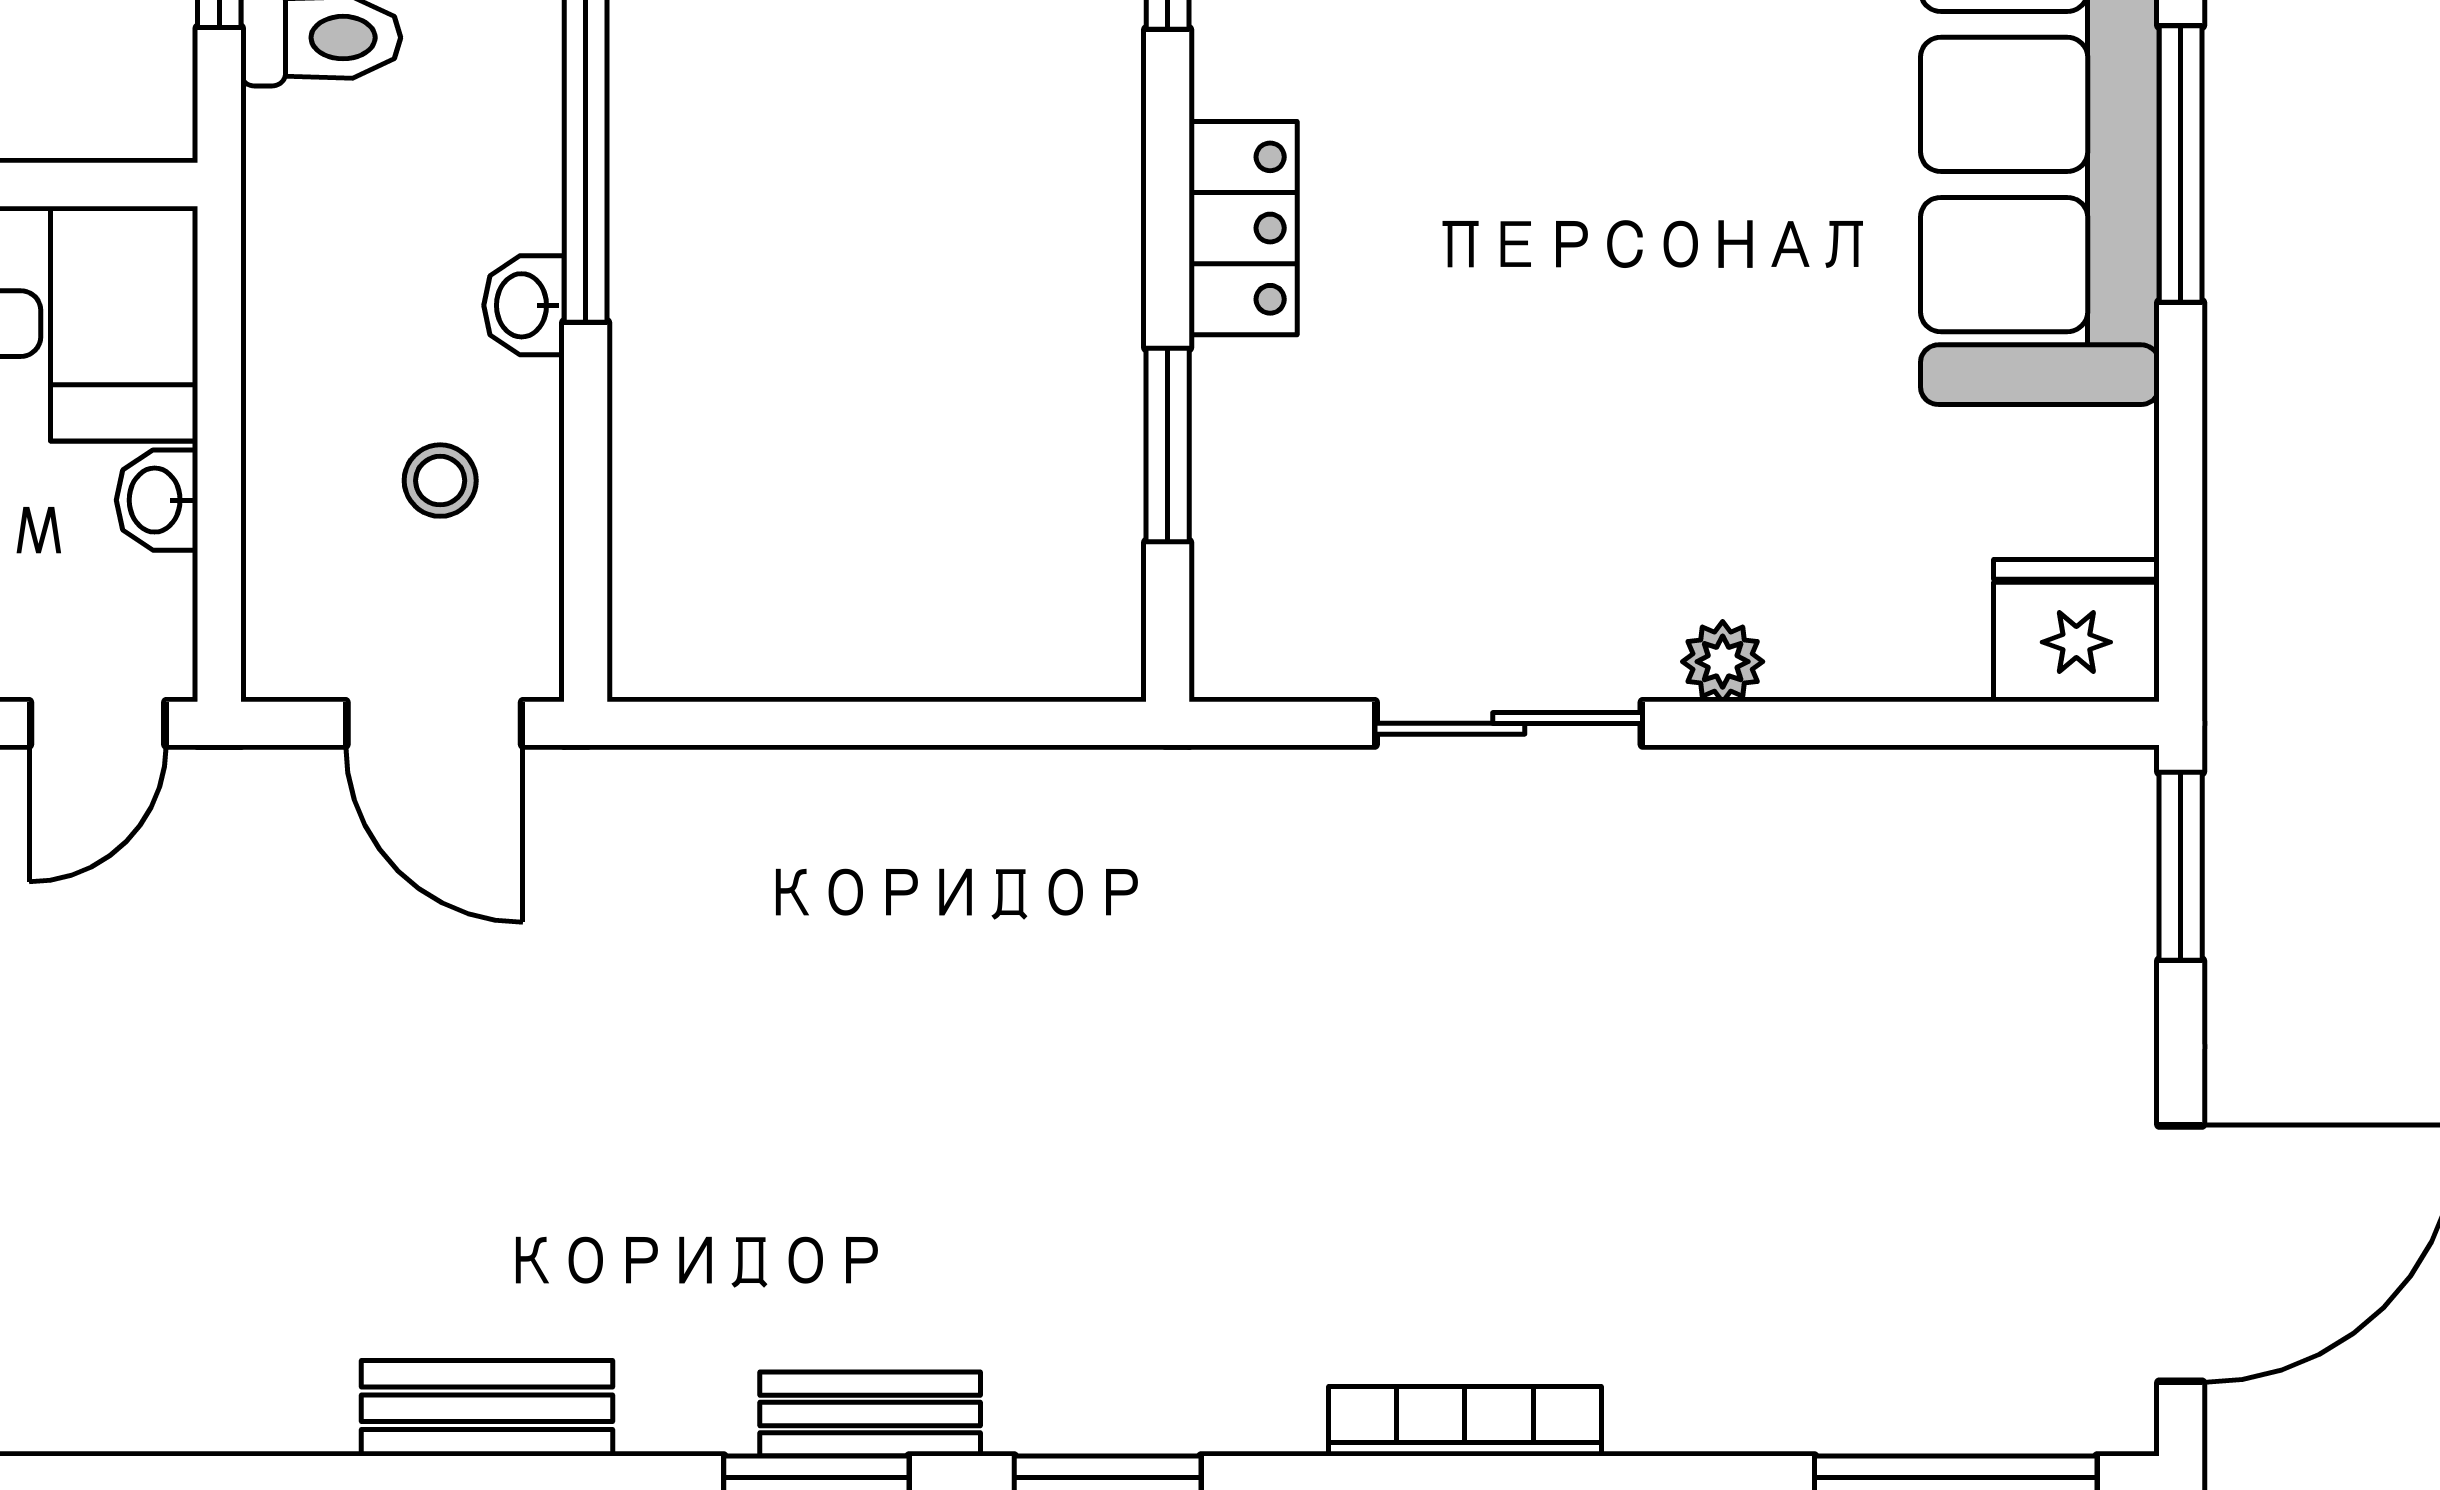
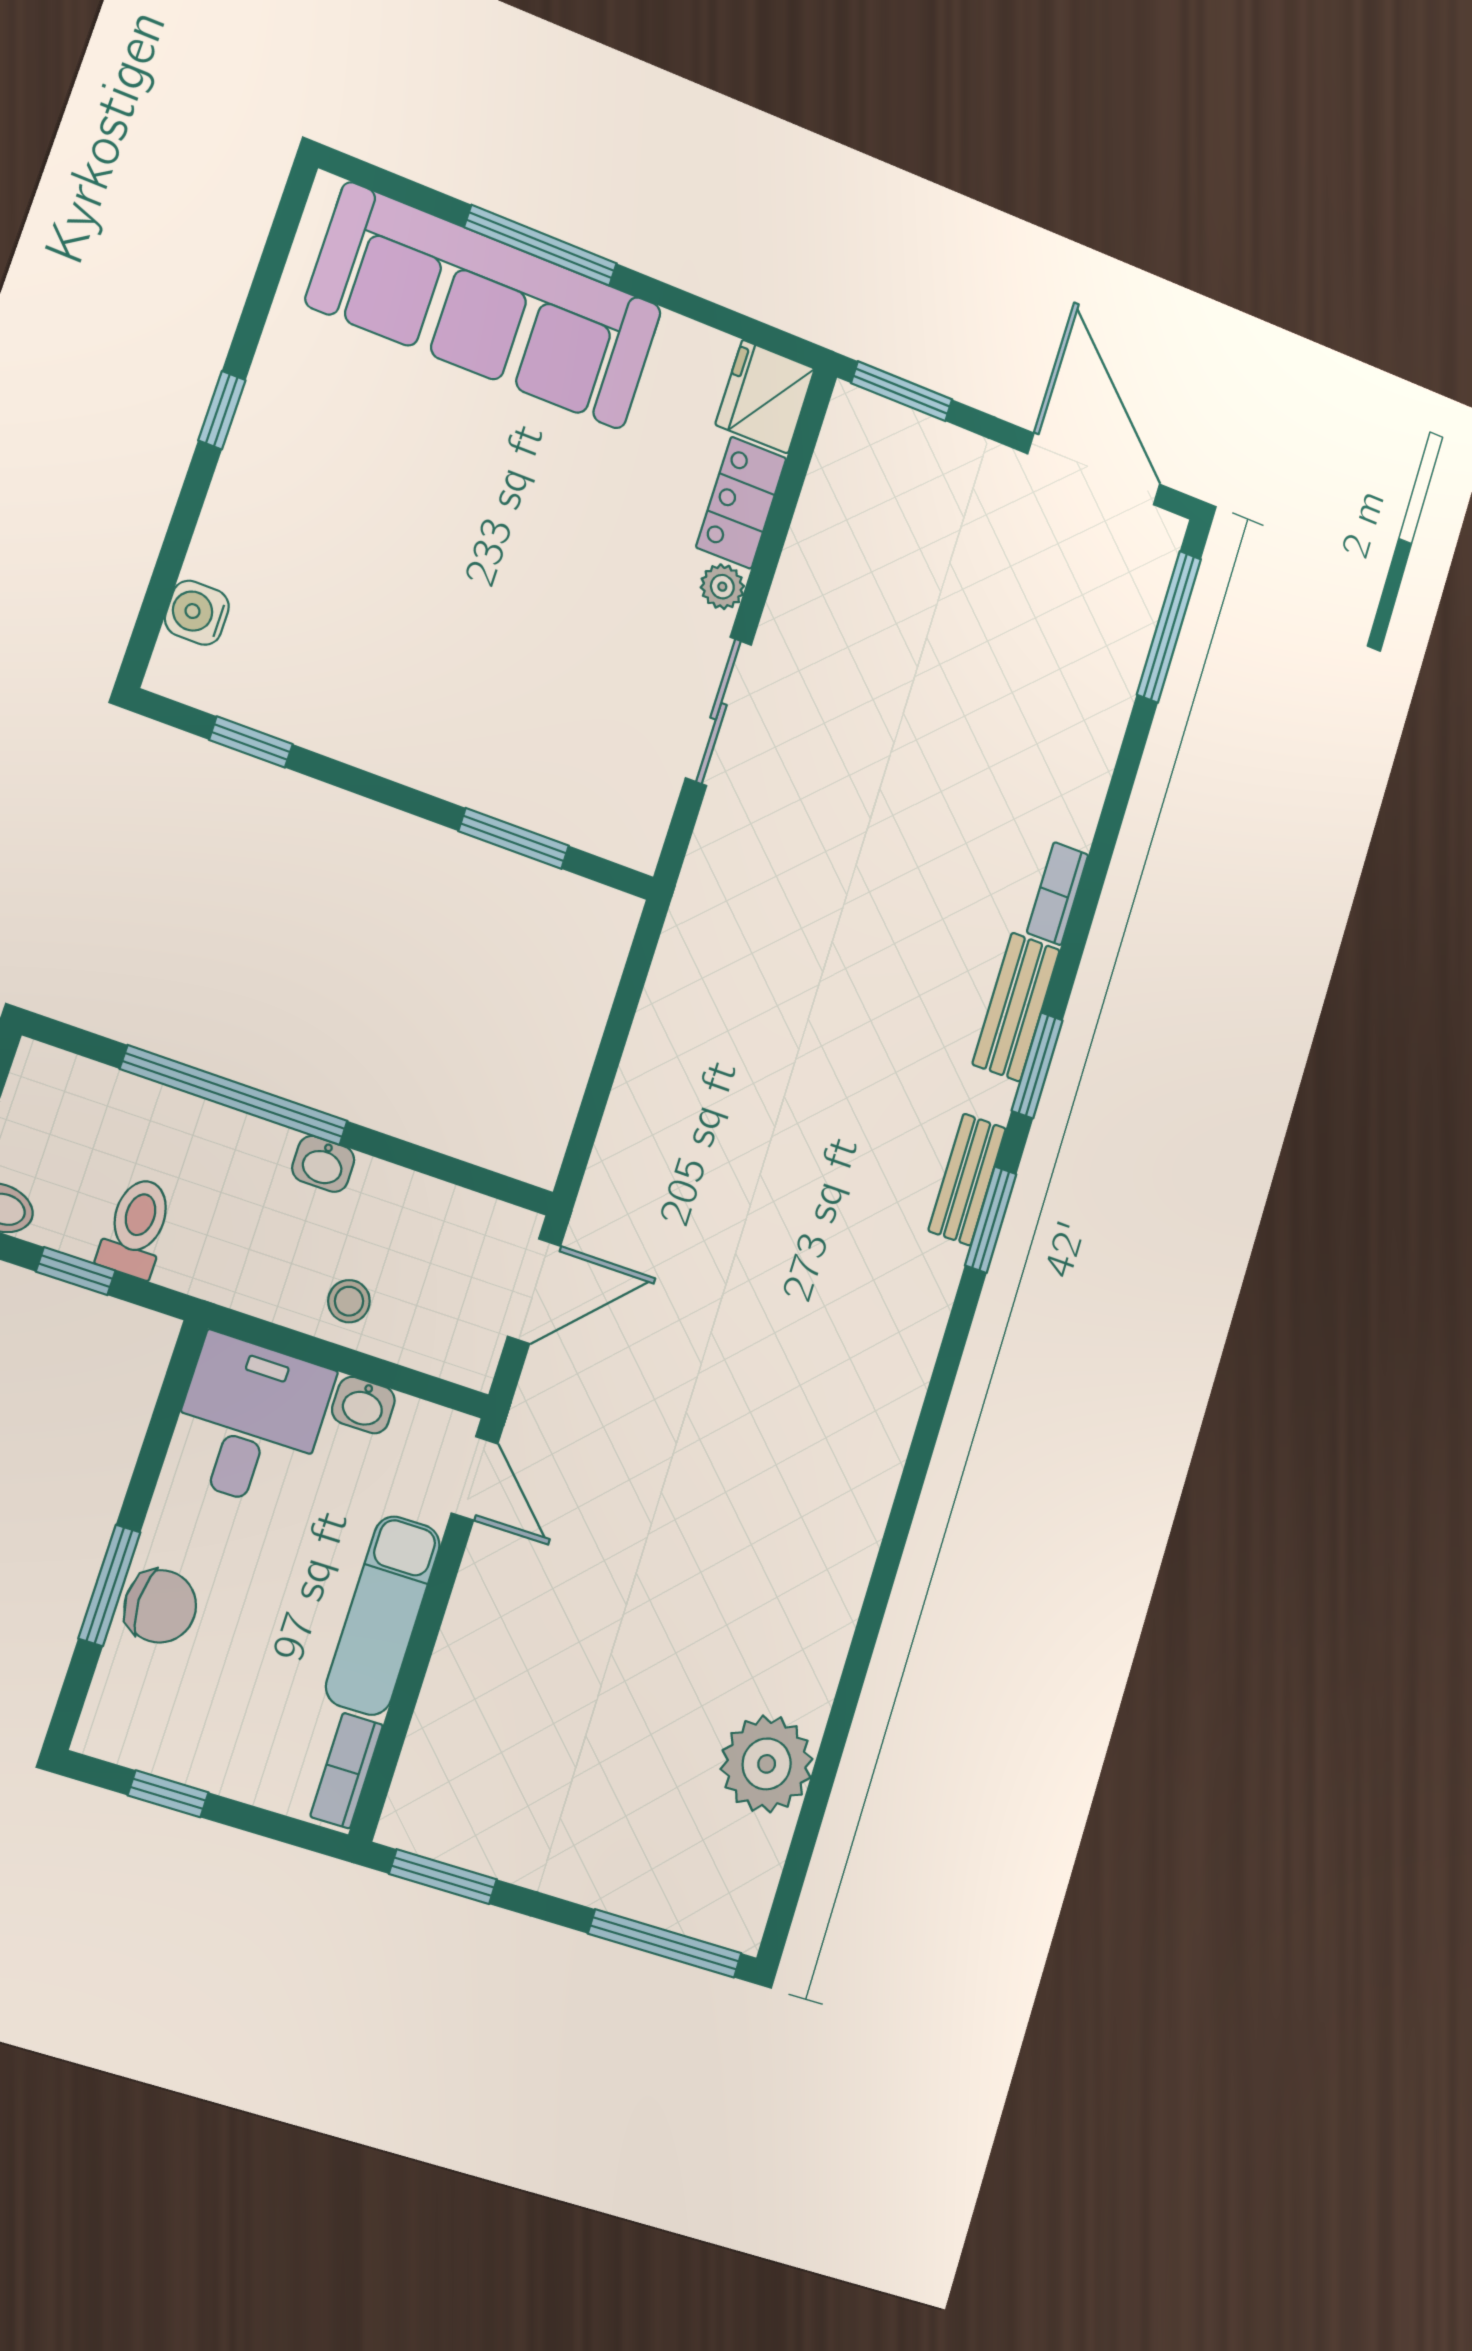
locker: (1243, 228) -> (741, 503), moved, turned -90
stool: (440, 481) -> (349, 1301), moved
bench: (487, 1408) -> (1016, 1007), moved
bookcase: (1465, 1421) -> (1058, 894), width x0.64

